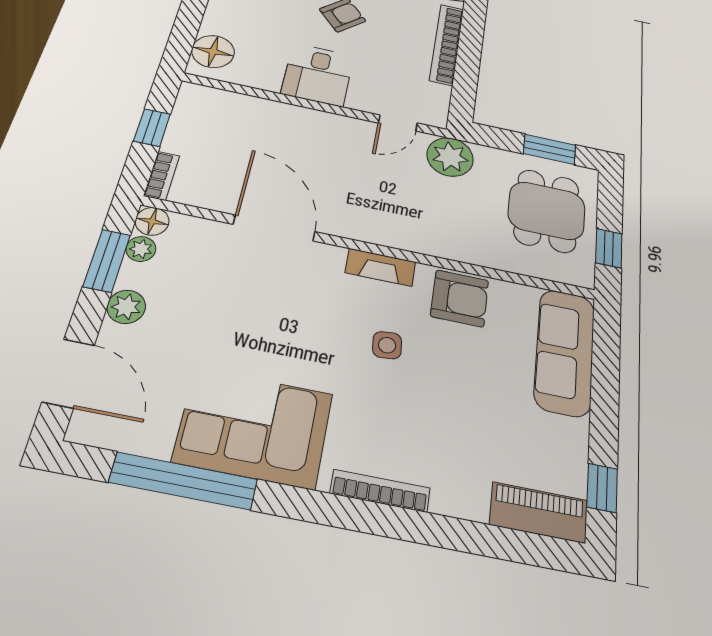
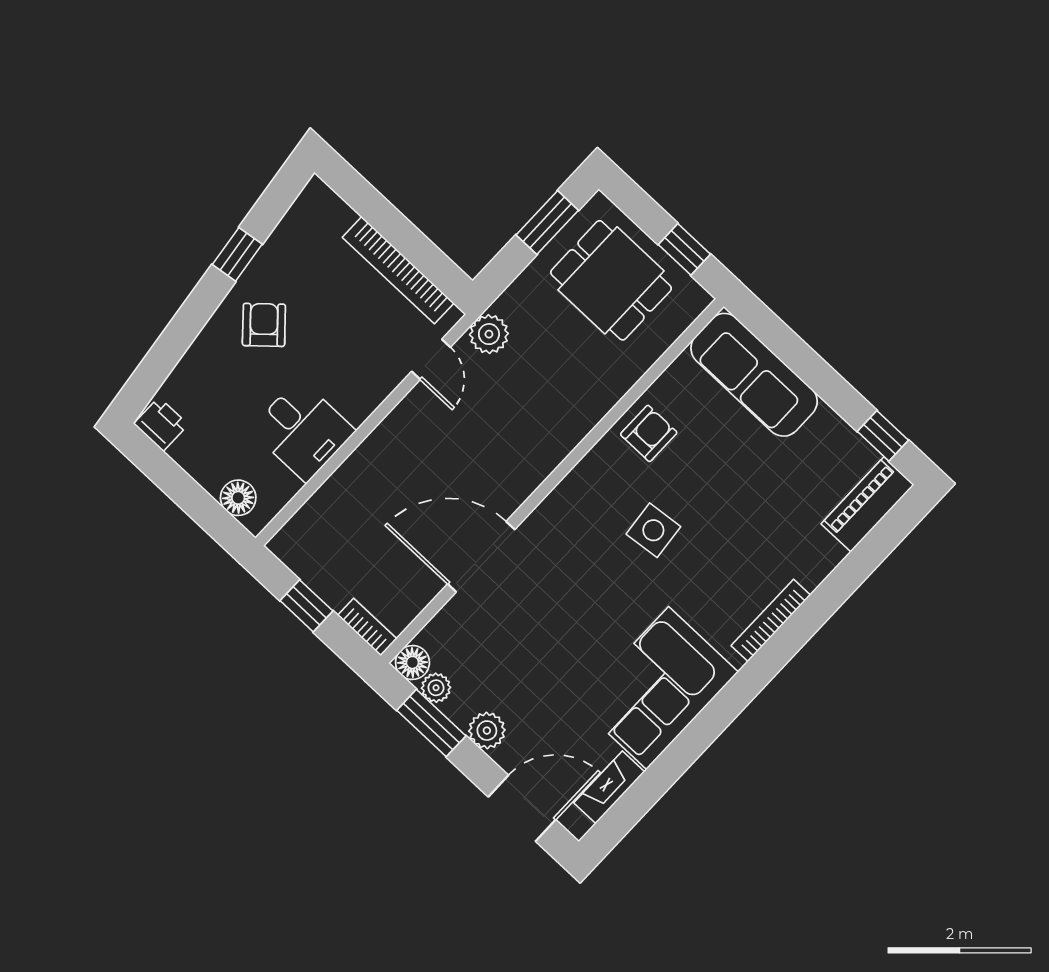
bookcase: (447, 44) -> (398, 270), moved
floor lamp: (213, 51) -> (238, 498), width x0.73, depth x0.73
desk: (318, 75) -> (303, 430), moved
plant: (450, 157) -> (489, 334), width x0.73, depth x0.73
fireplace: (380, 267) -> (609, 787), moved, turned 180
armchair: (460, 298) -> (649, 433), width x0.72, depth x0.72
side table: (387, 345) -> (653, 530), width x1.37, depth x1.37
window: (184, 481) -> (668, 768), removed

